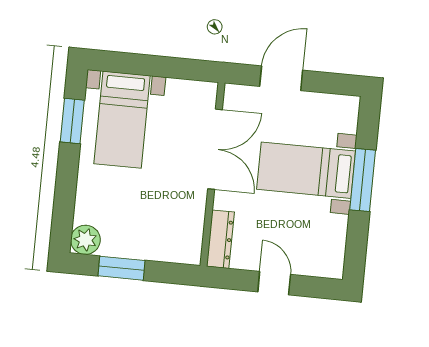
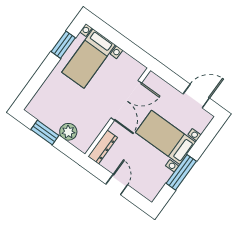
door: (281, 78) -> (196, 96), moved
window: (363, 180) -> (181, 172), moved
plant: (85, 240) -> (68, 132), moved

